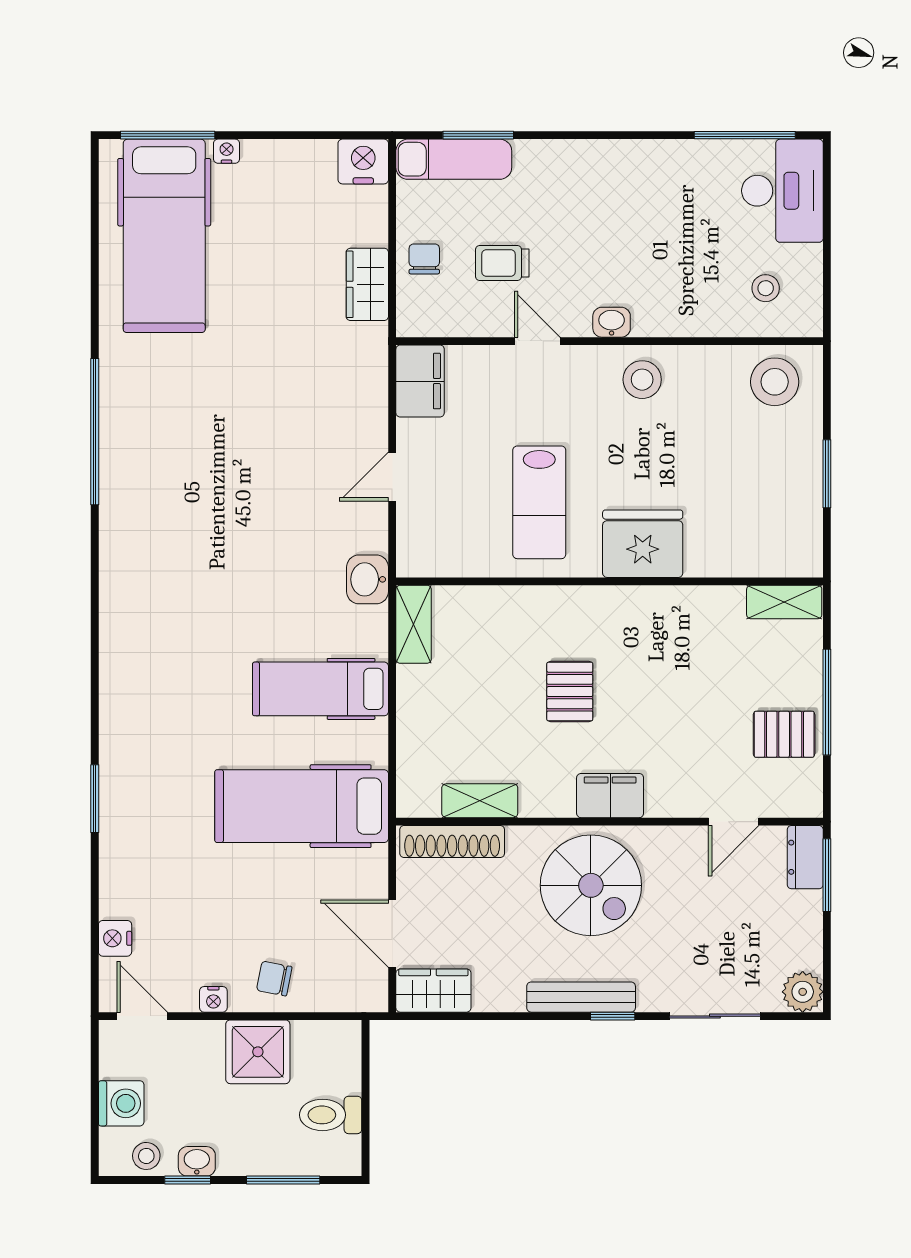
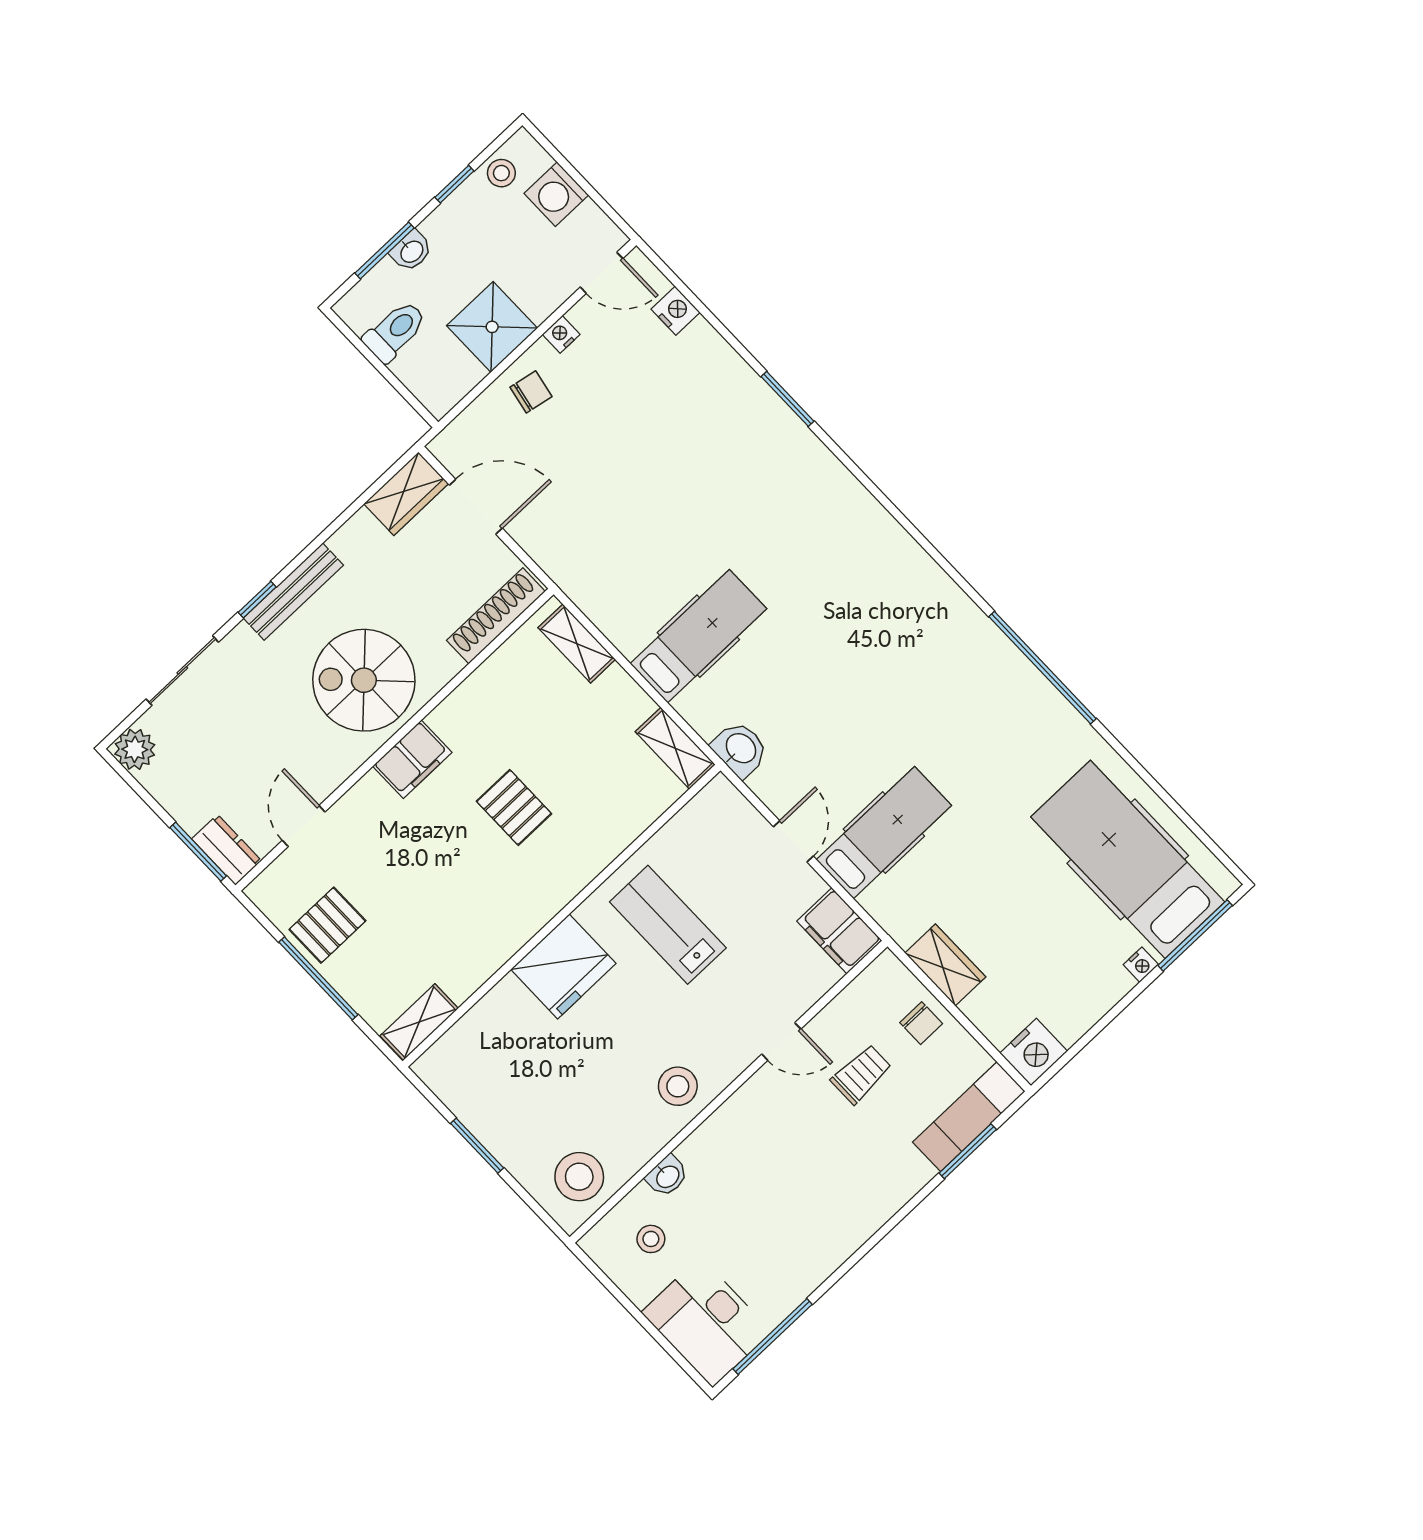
washbasin: (612, 322) -> (667, 1176), moved
shelving: (480, 801) -> (577, 644), moved, turned 90
hospital bed: (302, 806) -> (884, 833), moved, width x0.73, depth x0.78
washbasin: (197, 1161) -> (411, 251), moved

